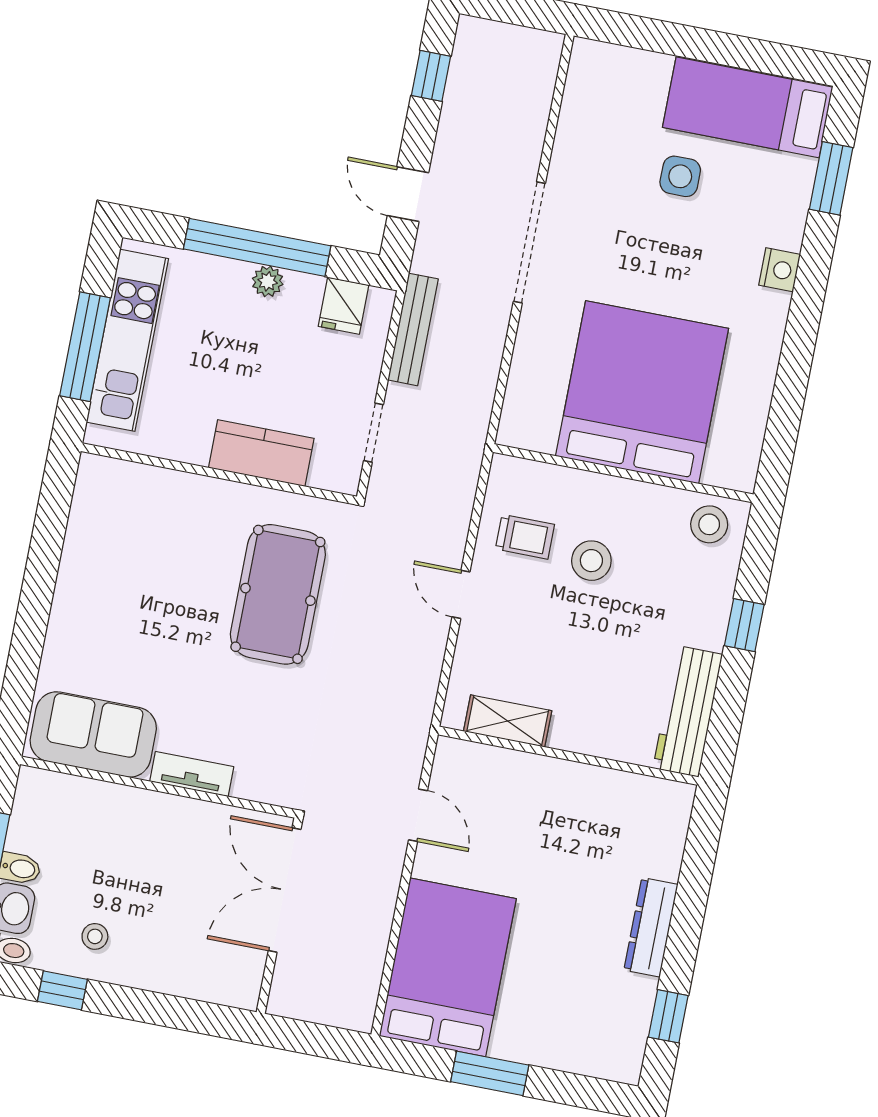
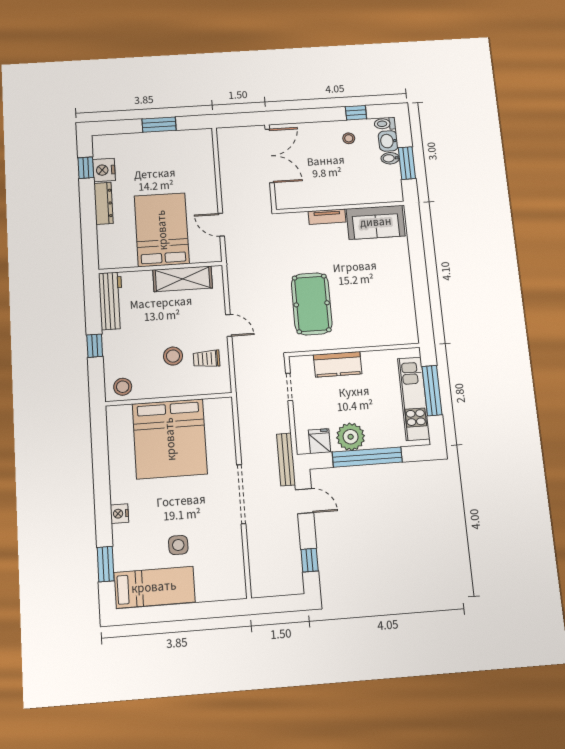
plant: (268, 281) -> (351, 437), width x1.87, depth x1.87
bench: (413, 329) -> (286, 459), moved
shelving: (508, 721) -> (183, 279), width x1.50, depth x1.33
double door: (285, 890) -> (270, 156), moved
bed: (448, 967) -> (162, 230), moved, turned 180
nightstand: (632, 1001) -> (104, 170), added

